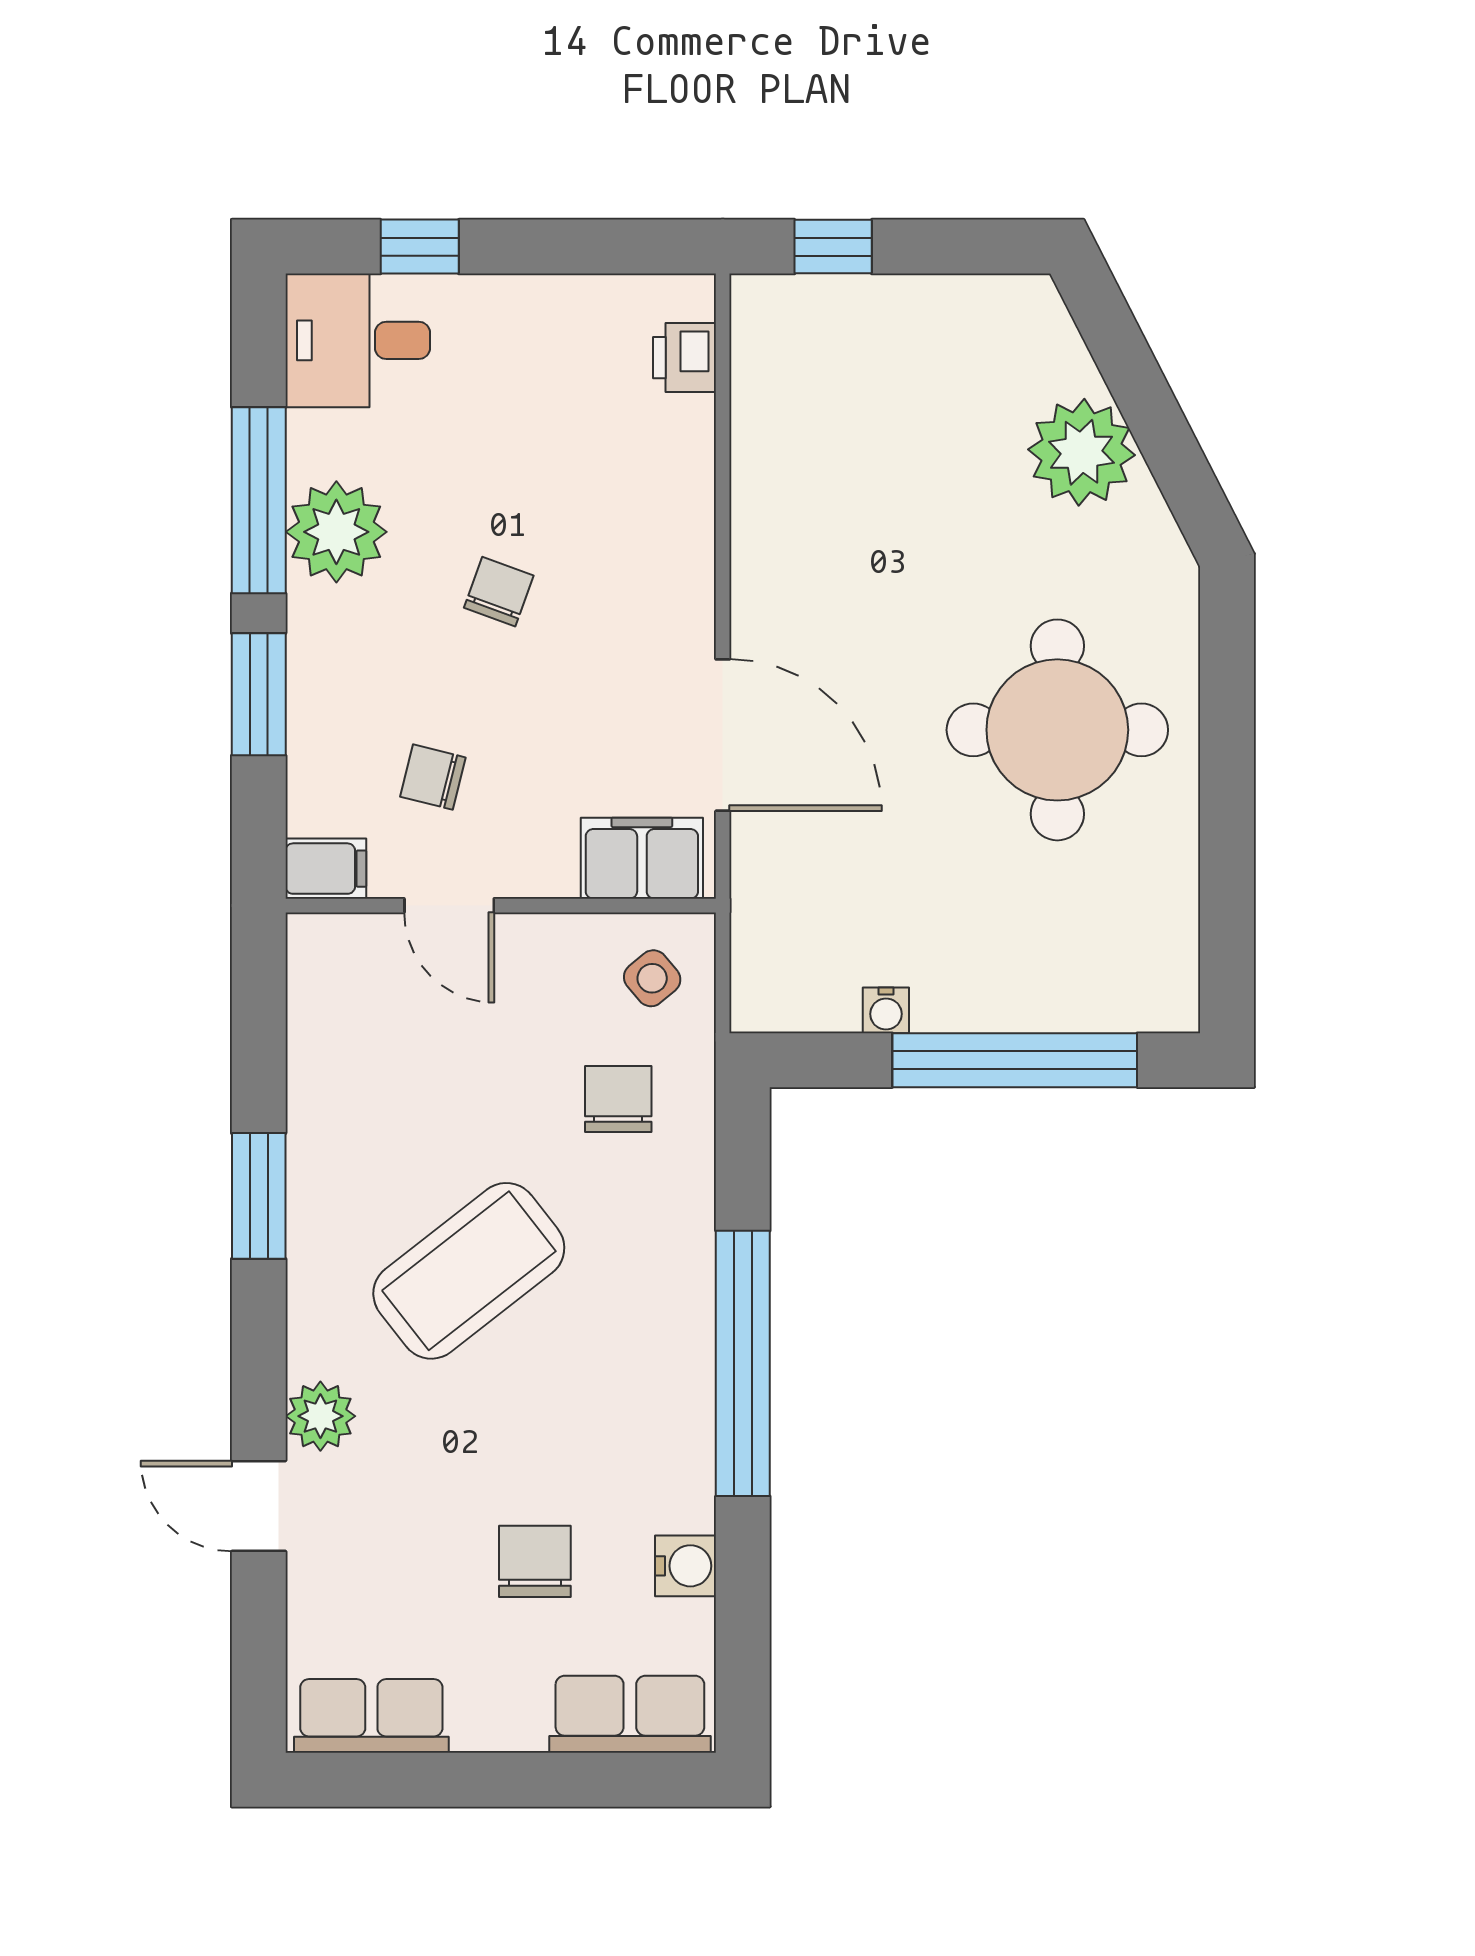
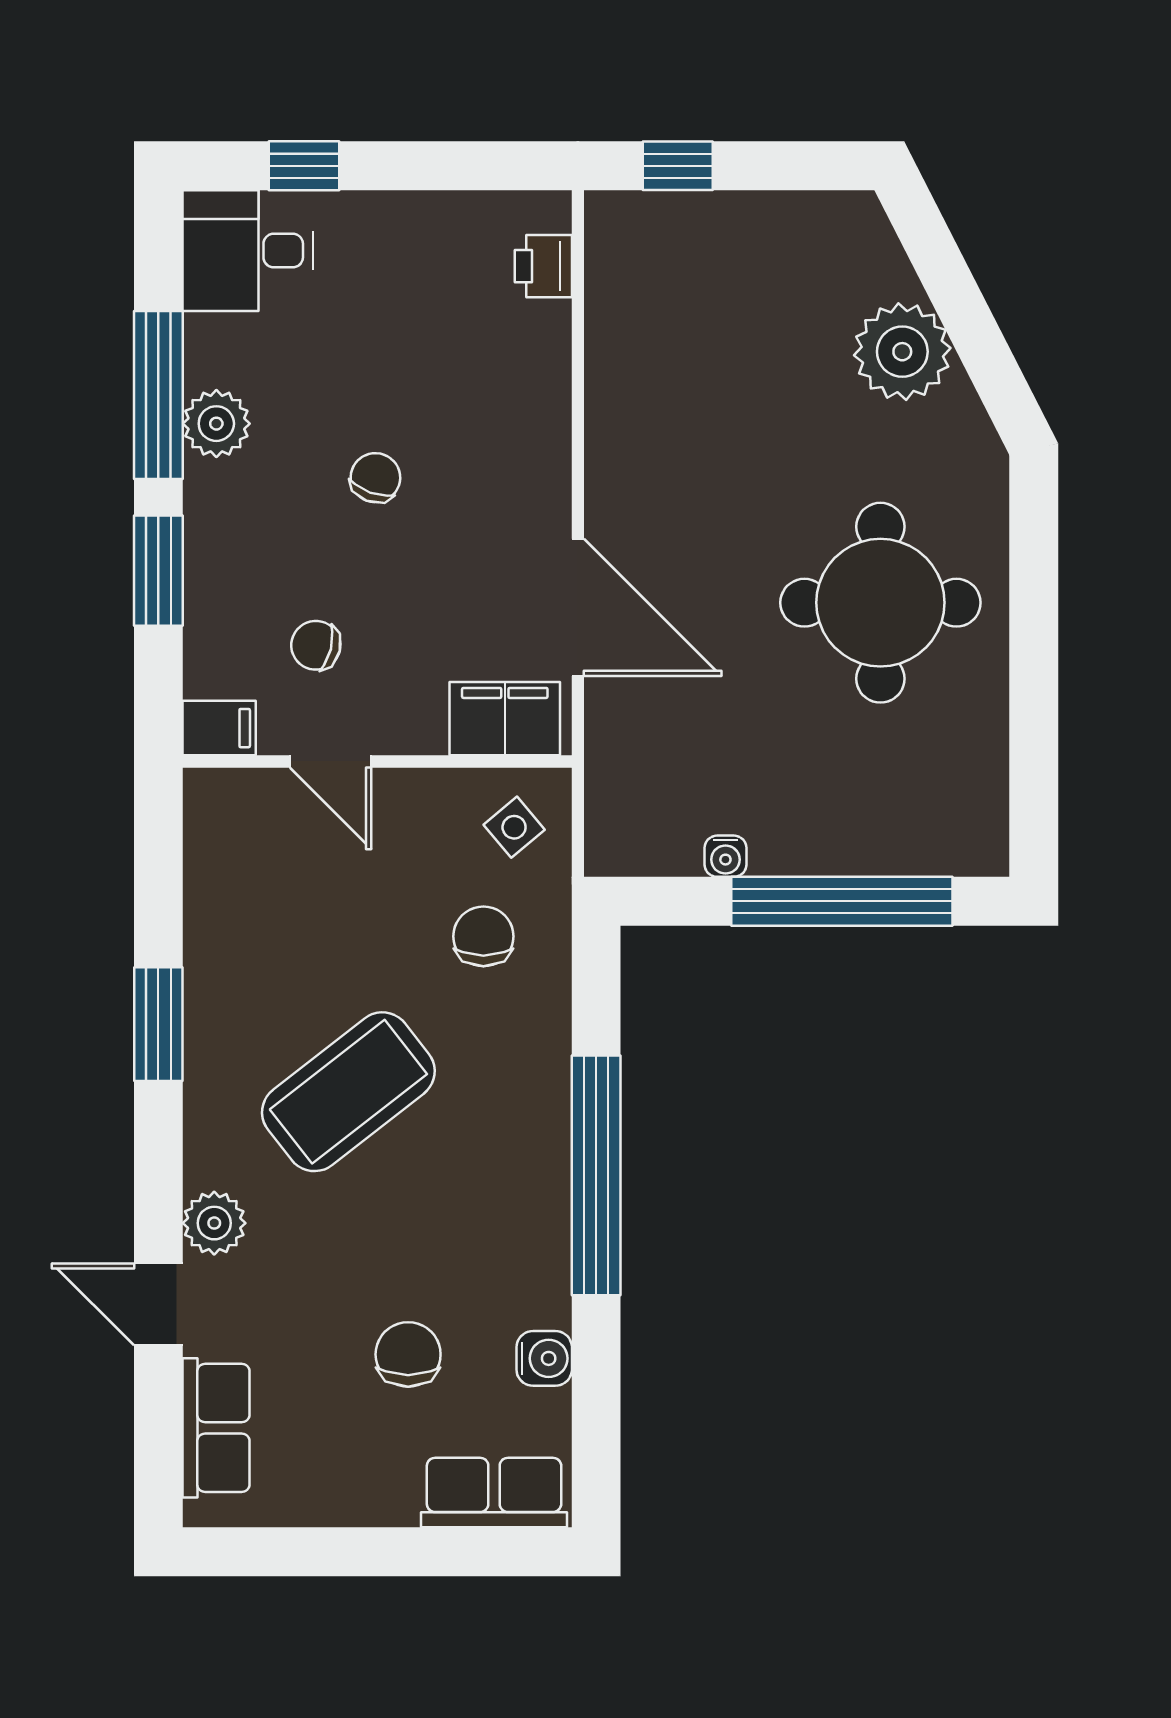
plant: (336, 532) -> (216, 424), width x0.73, depth x0.73
row of seats: (371, 1716) -> (216, 1428), moved, turned 90

